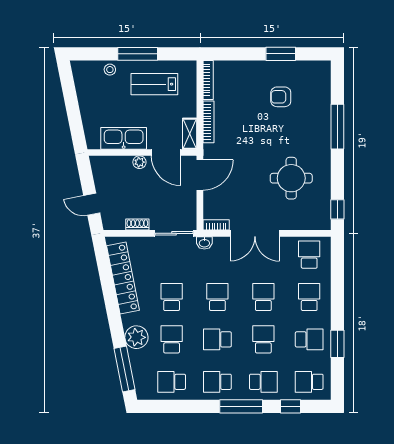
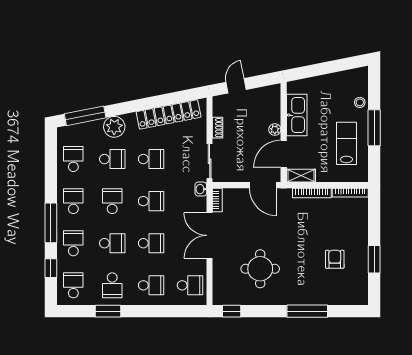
school desk: (263, 382) -> (73, 243), turned 180

